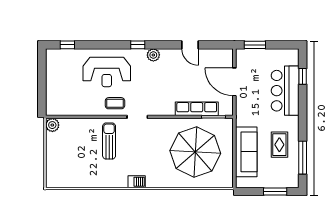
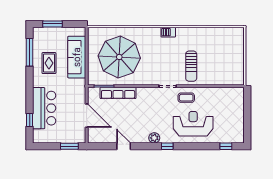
plant: (52, 125) -> (239, 79), removed

